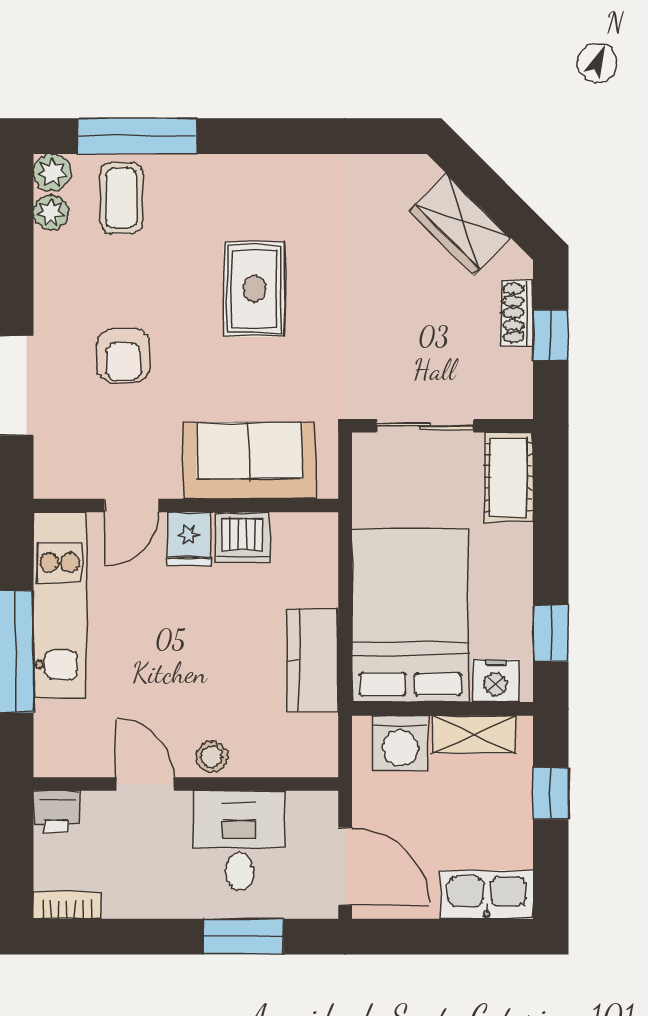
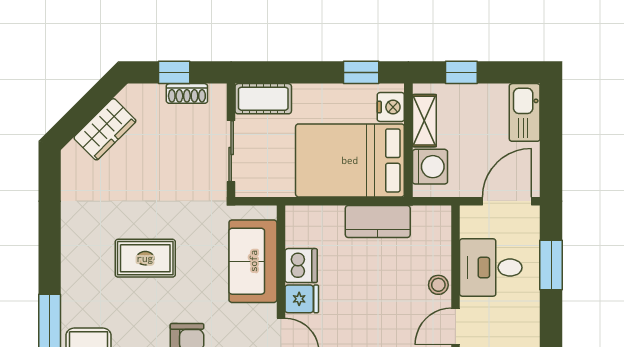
shoe rack: (517, 313) -> (187, 93), moved

